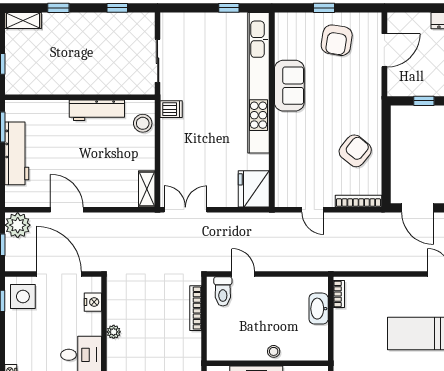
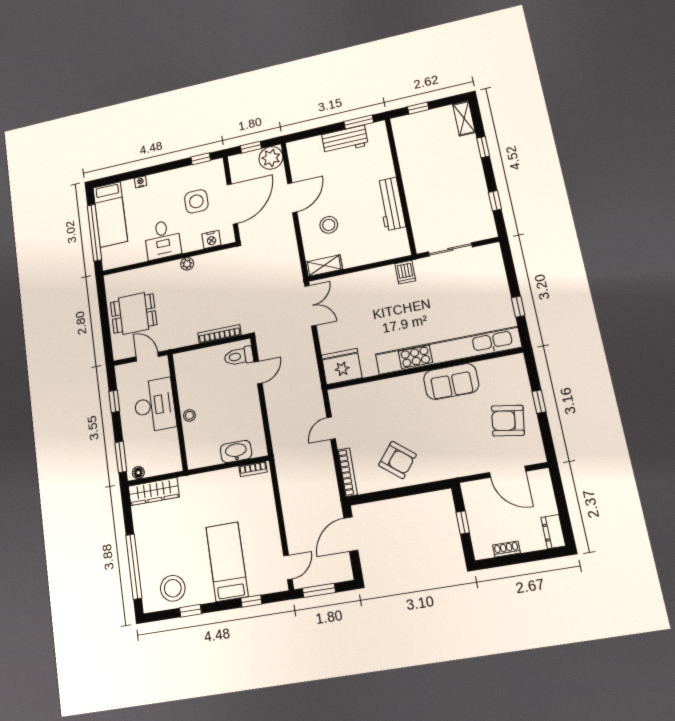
stool: (143, 123) -> (329, 225), moved
workbench: (17, 153) -> (345, 140), width x0.73
side table: (23, 297) -> (196, 201), moved

